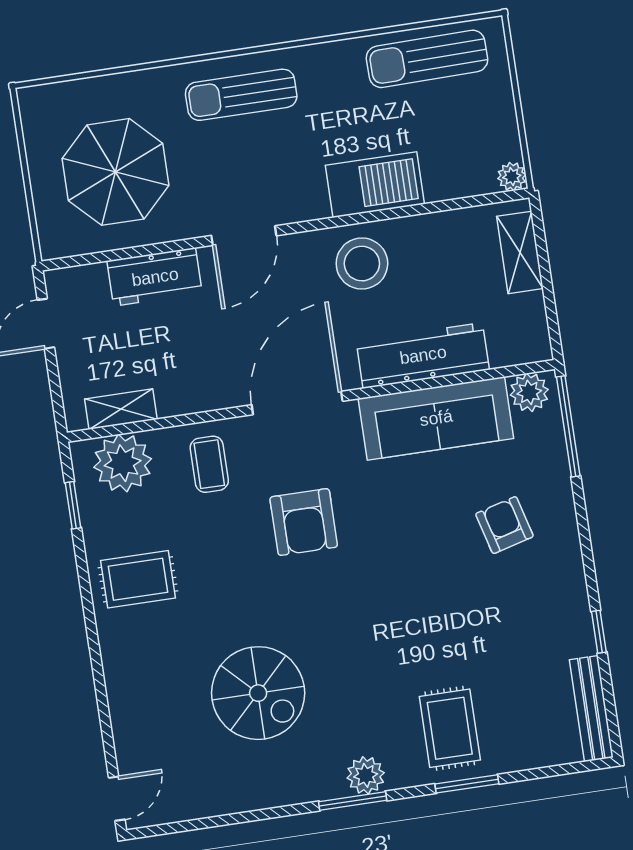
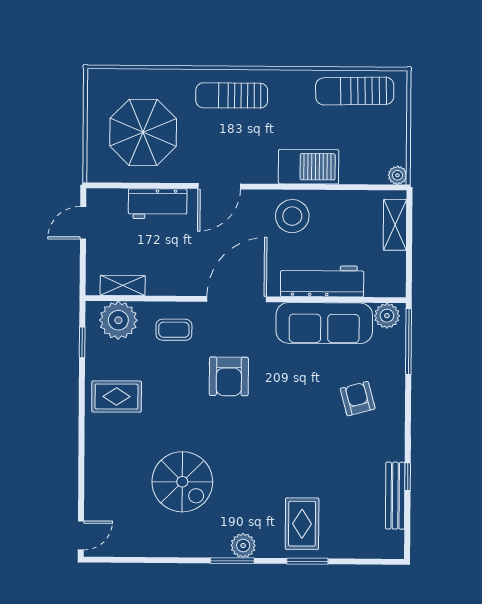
coffee table: (209, 464) -> (174, 330), turned 90
bench: (591, 709) -> (395, 496), moved

